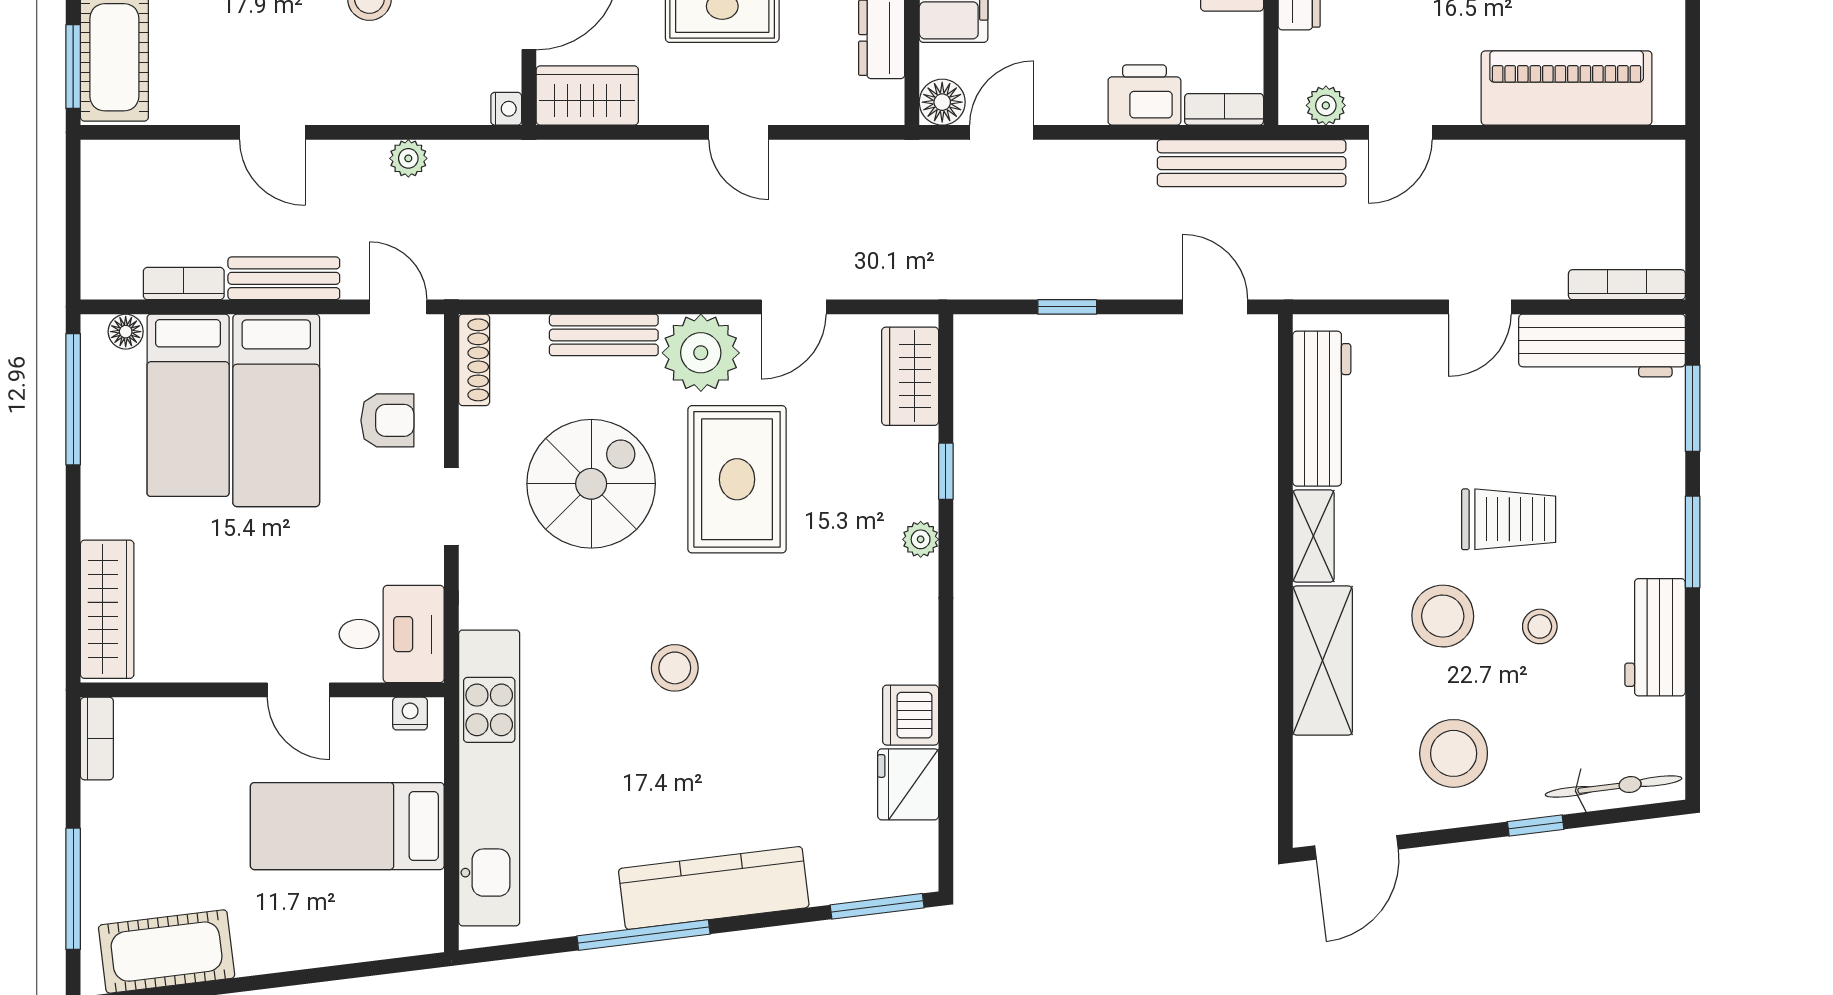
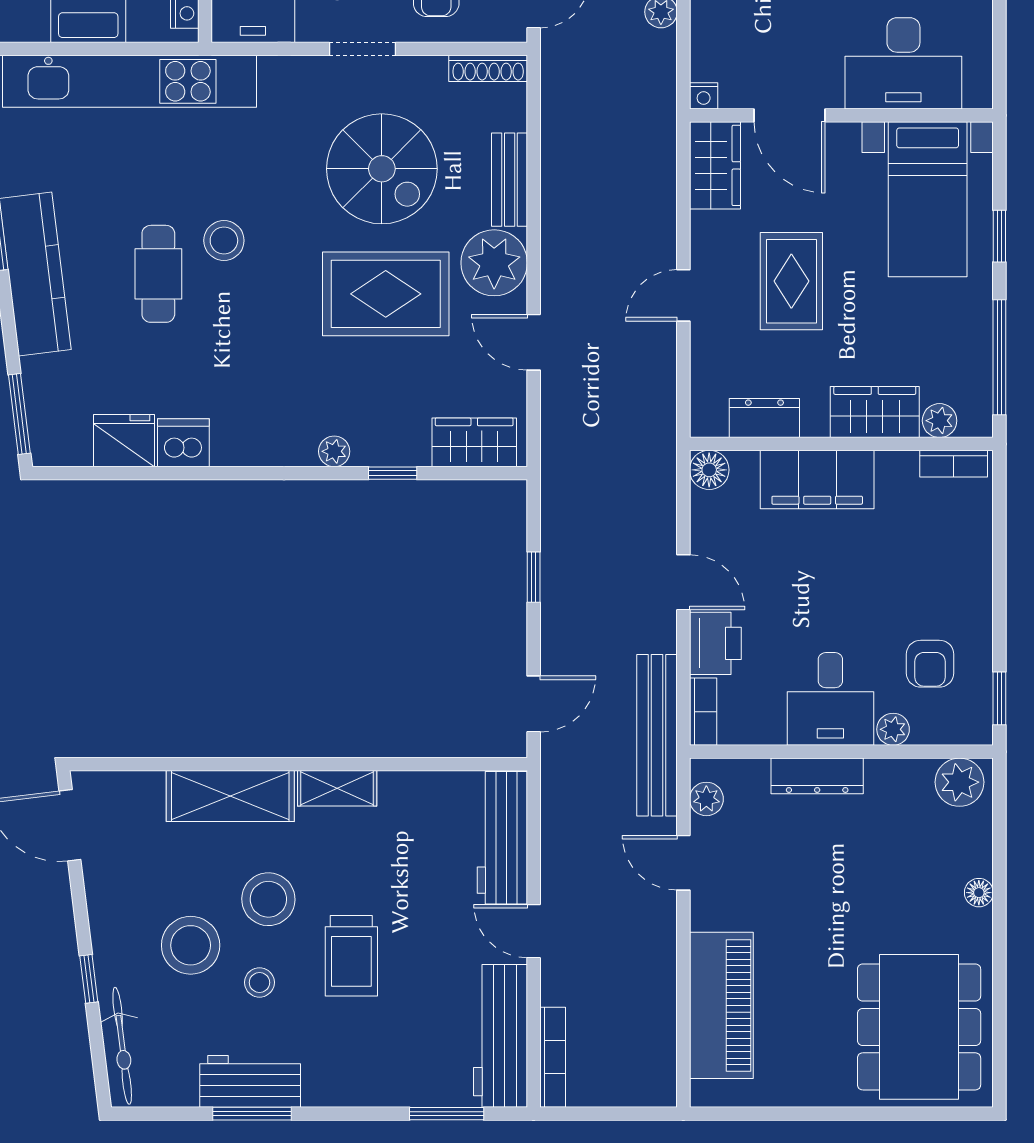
door: (1002, 132) -> (683, 582), moved
workbench: (1322, 409) -> (502, 838), moved, turned 90
window: (1693, 542) -> (252, 1114), moved
cafe table: (714, 744) -> (158, 274), added
stool: (1454, 753) -> (191, 945), moved

